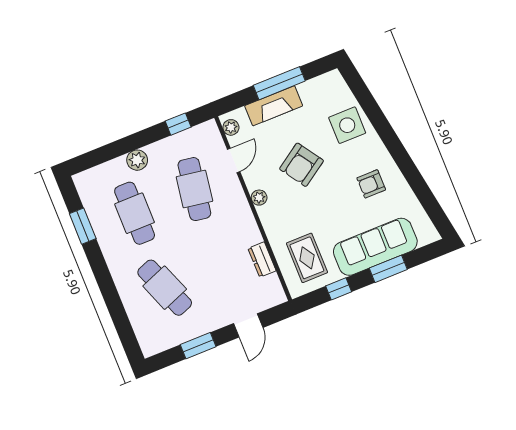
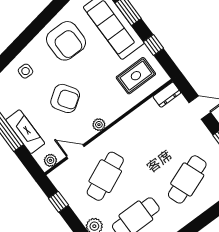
side table: (347, 125) -> (26, 71), width x0.54, depth x0.54
armchair: (371, 184) -> (66, 41), width x1.88, depth x1.88
cafe table: (194, 189) -> (105, 176), turned -33
dresser: (262, 260) -> (167, 95), moved

